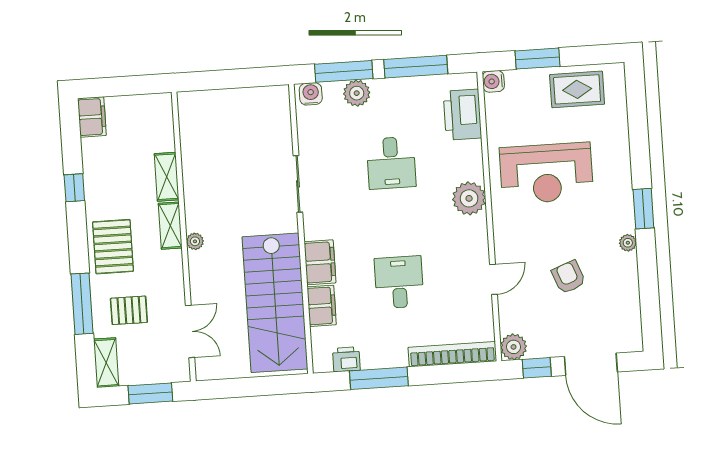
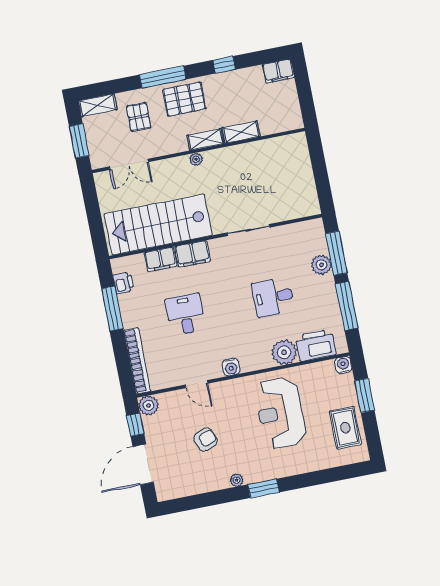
water cooler: (311, 94) -> (231, 367), moved, turned 90
plant: (469, 198) -> (284, 352), moved
desk: (399, 282) -> (185, 314), turned -90
window: (82, 304) -> (163, 77), moved

